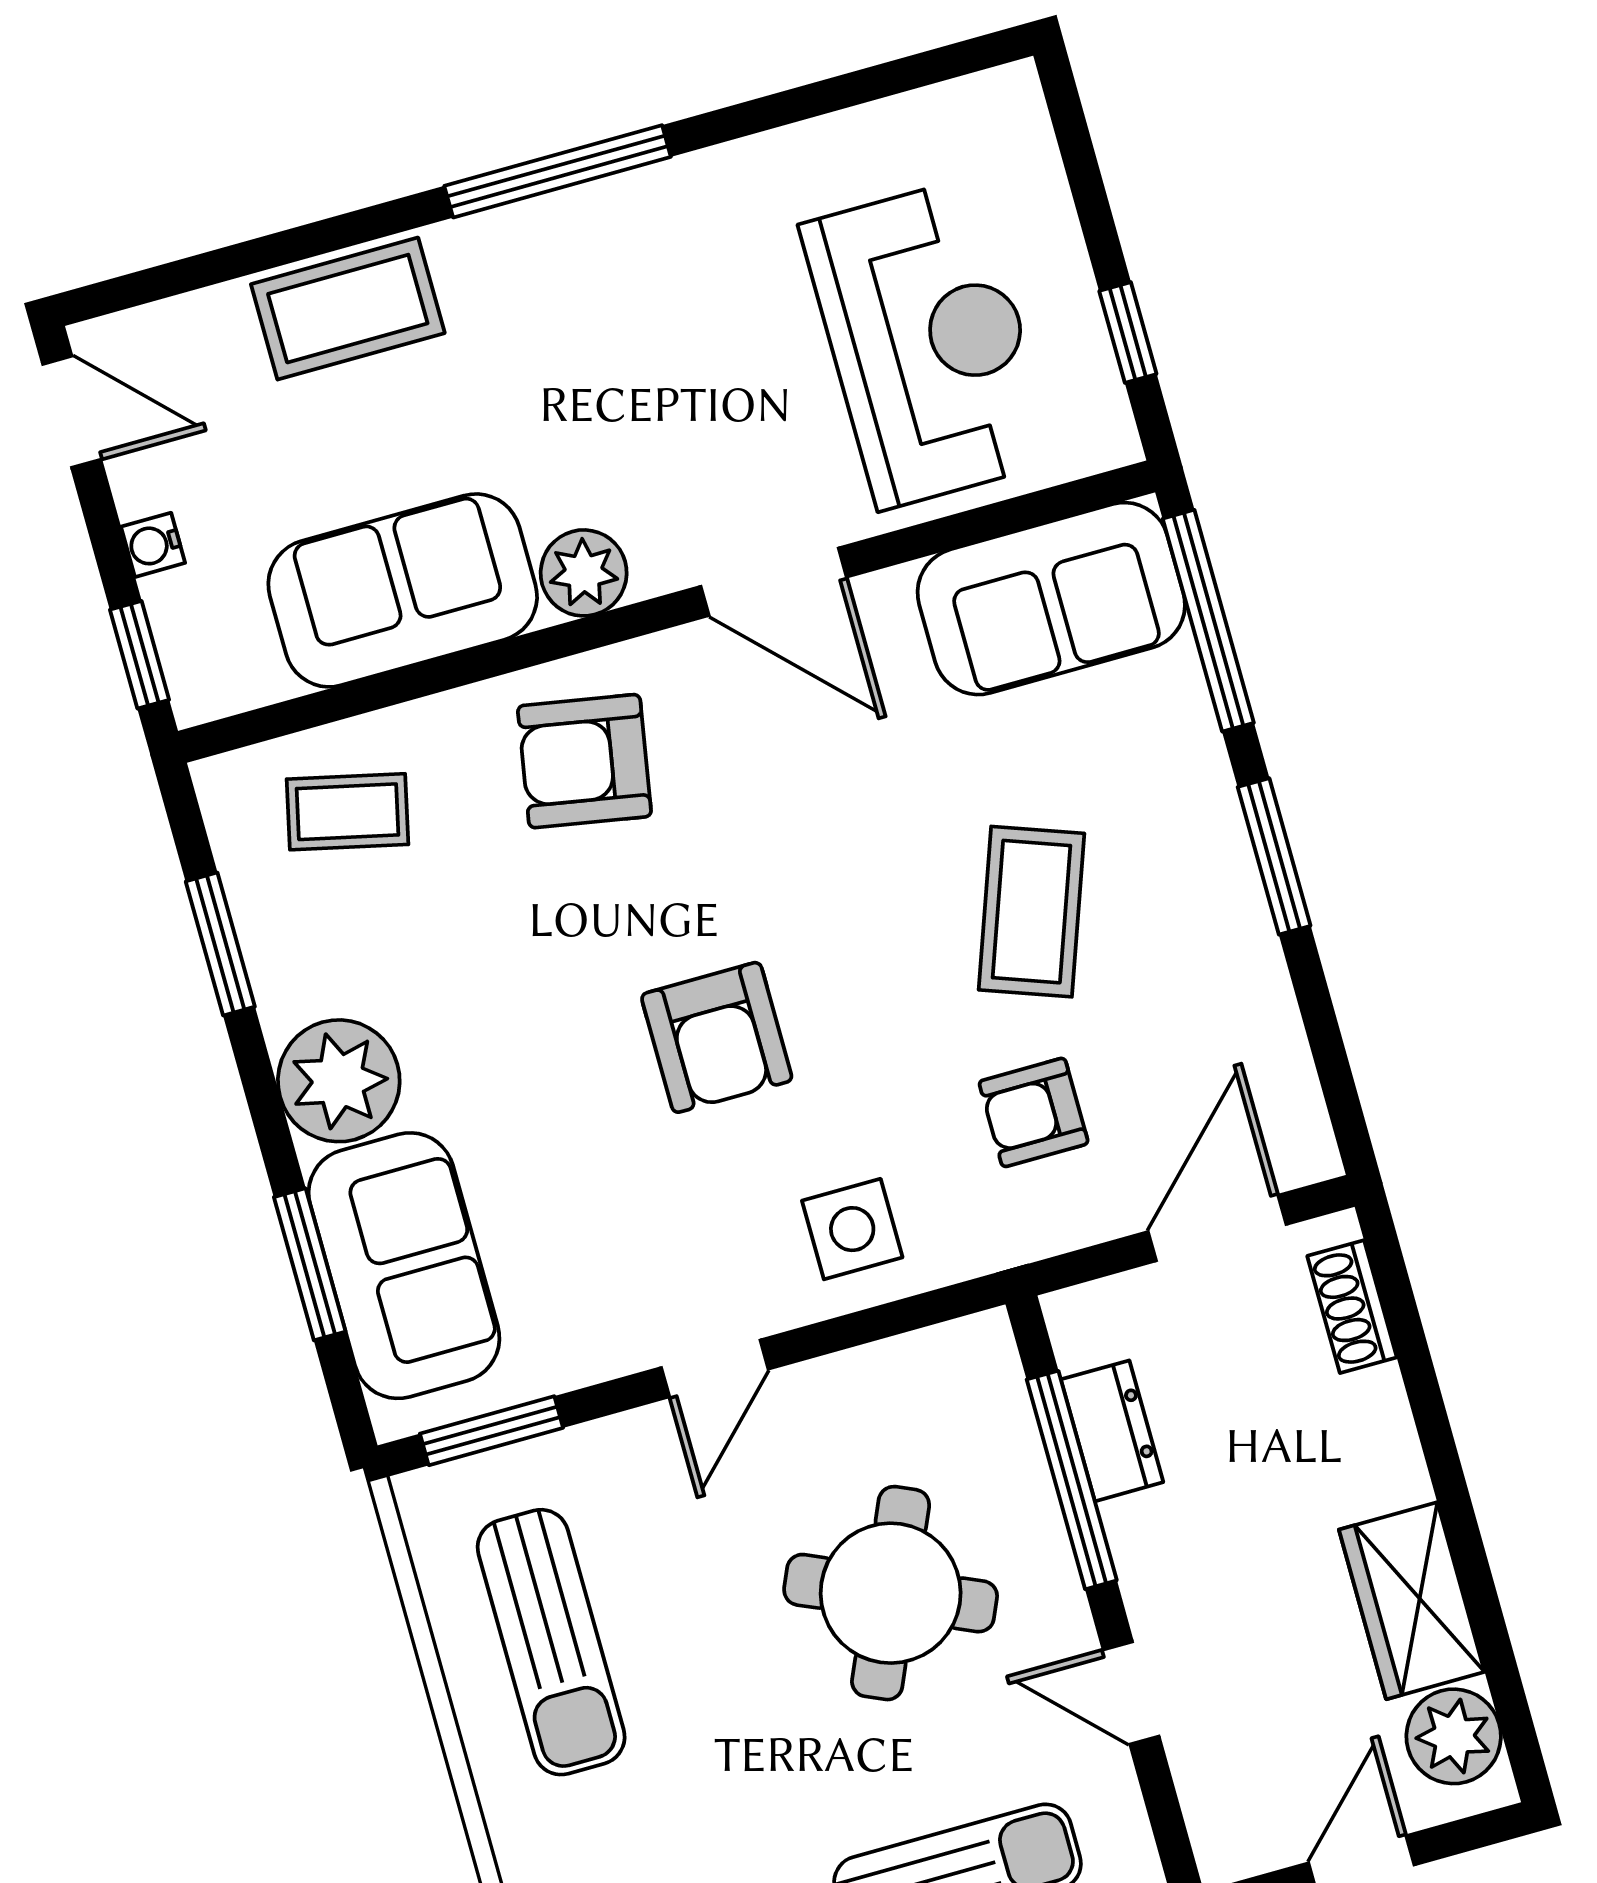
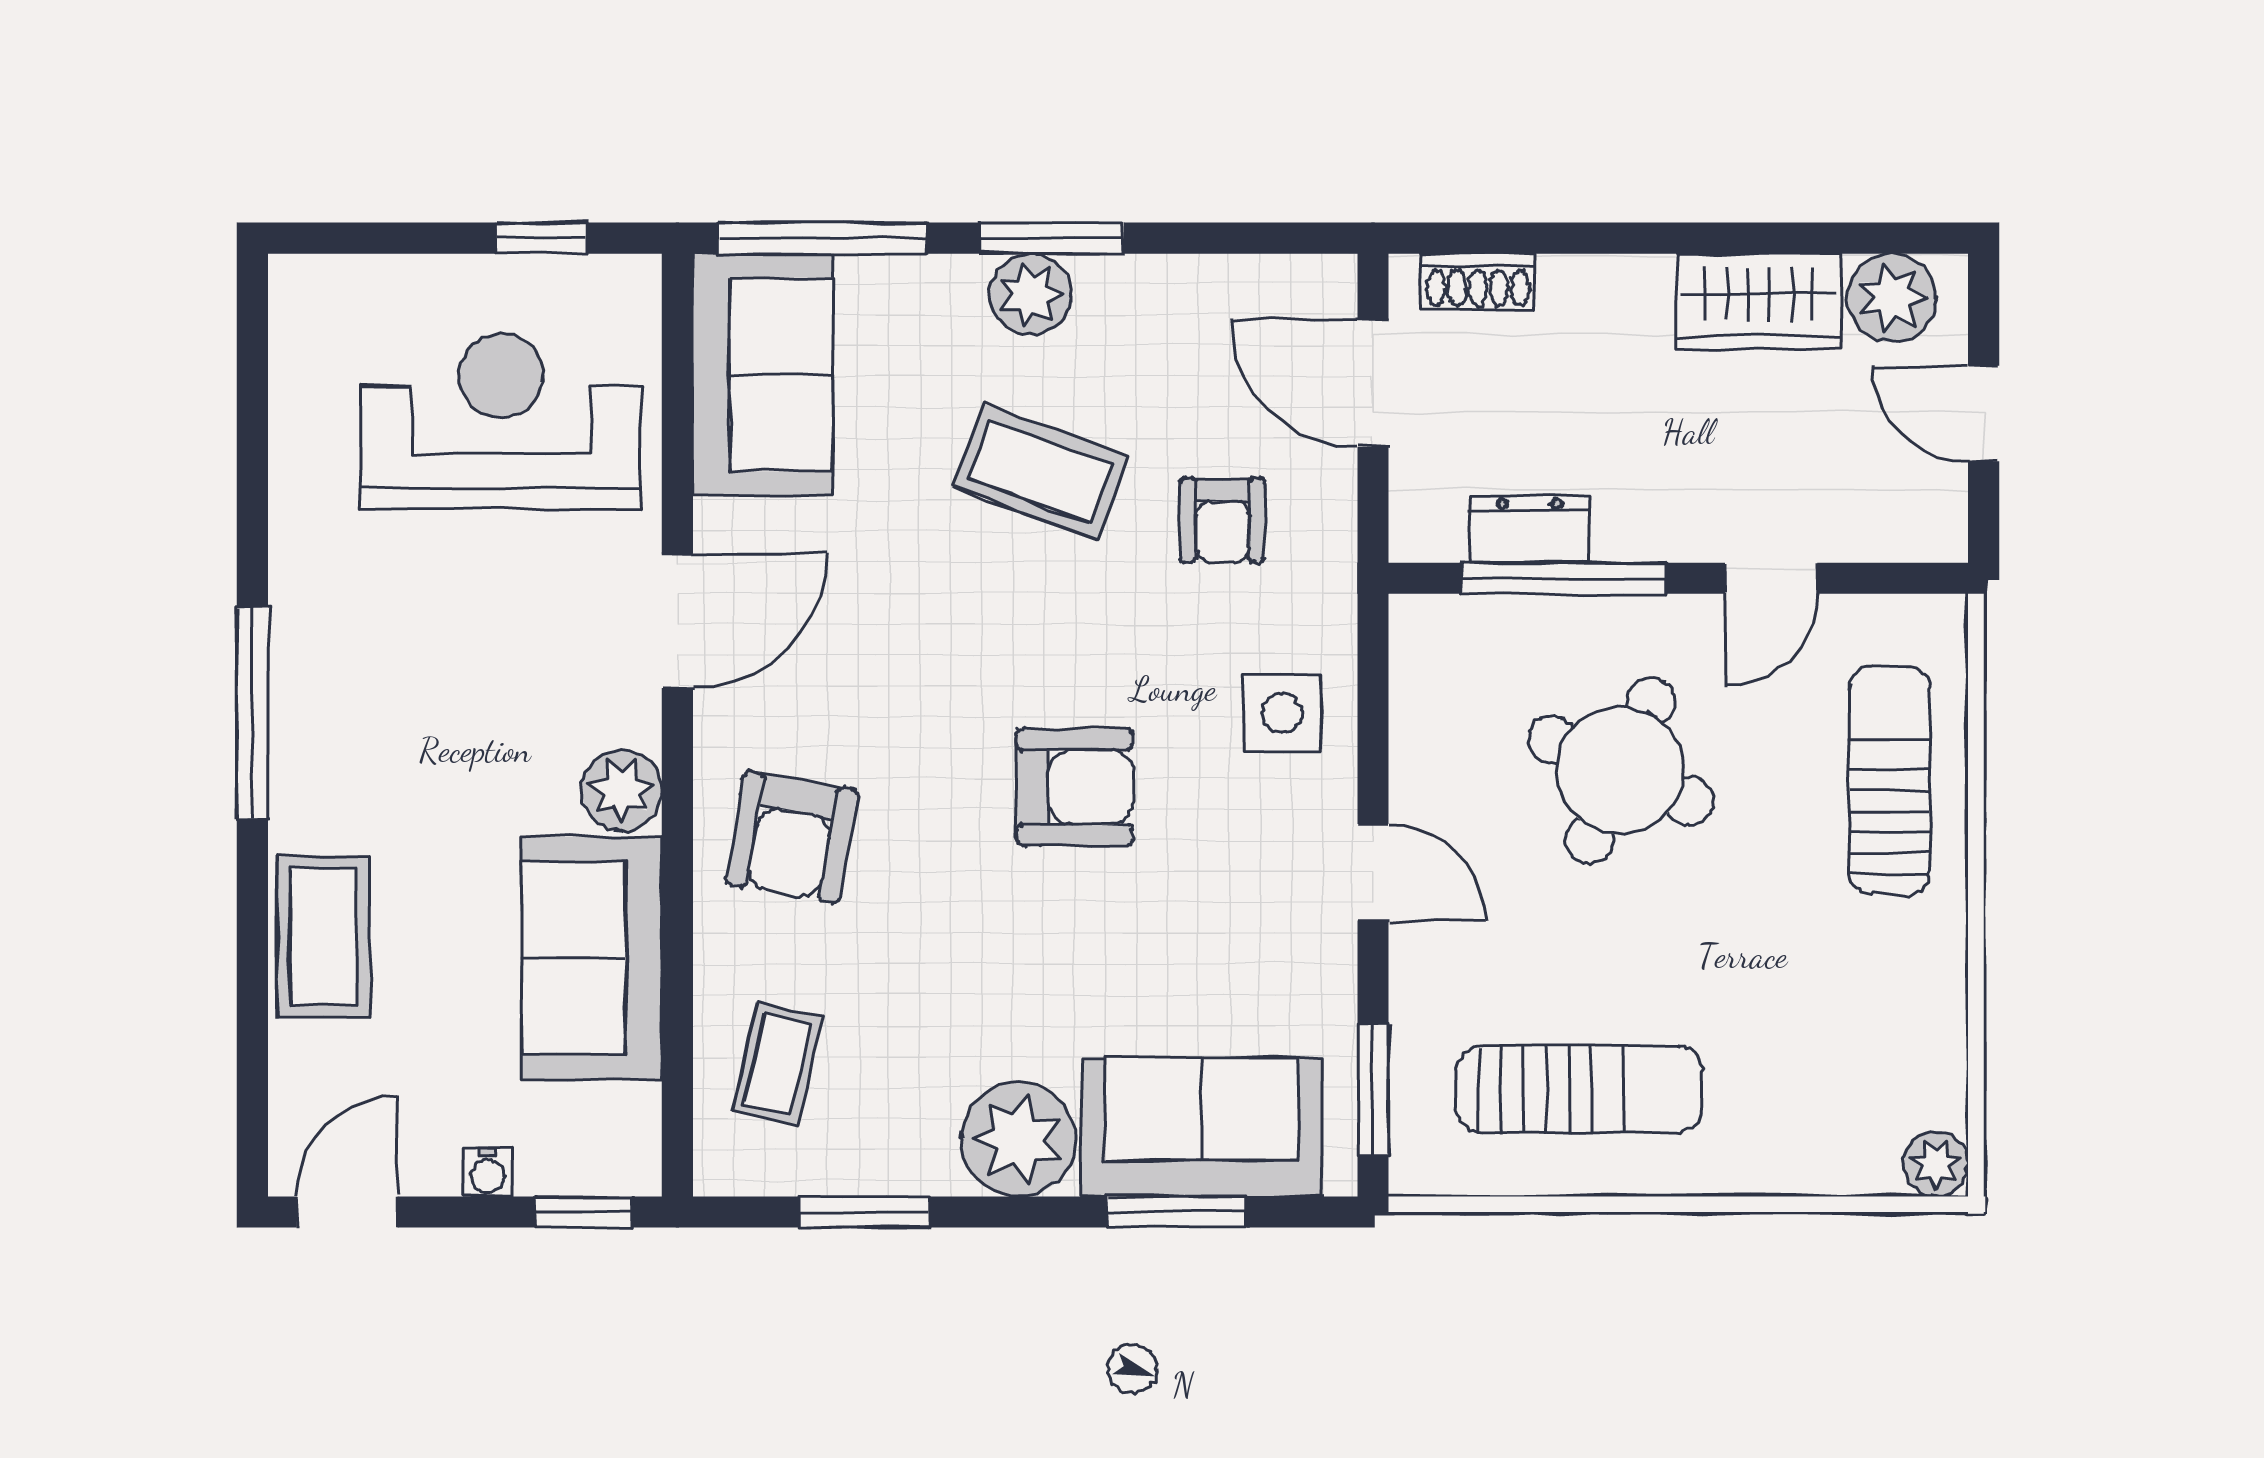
plant: (1210, 851) -> (1030, 294), added

